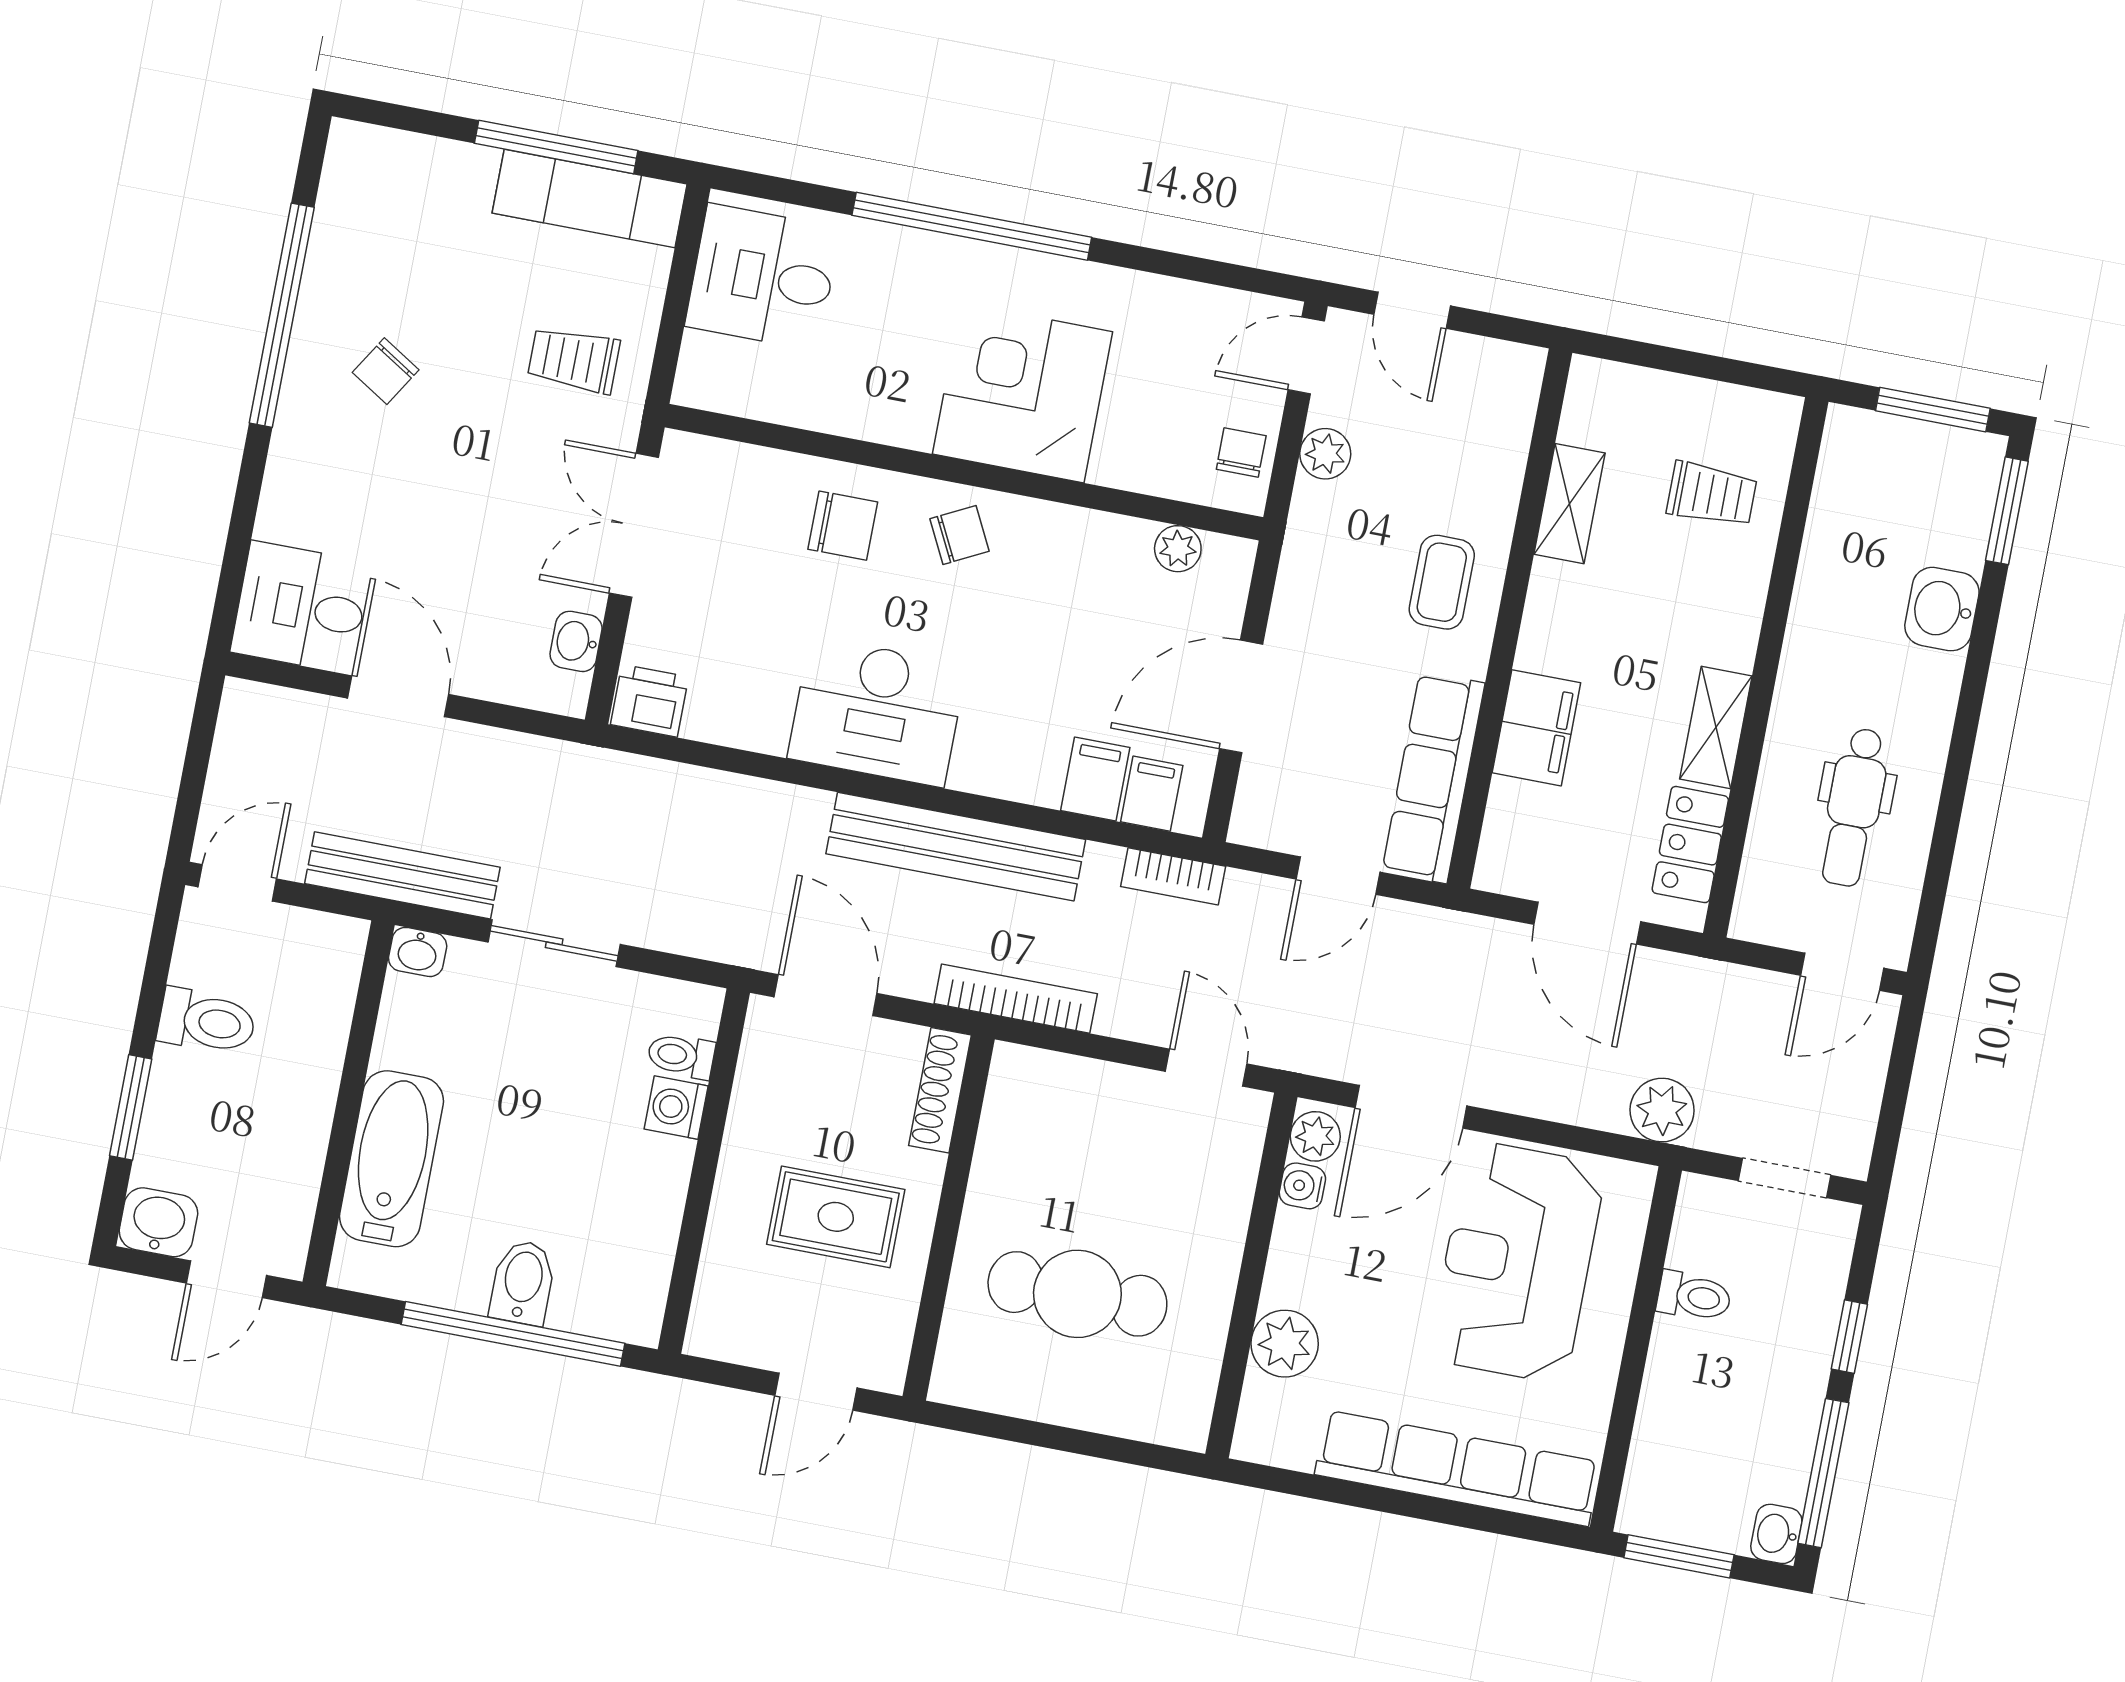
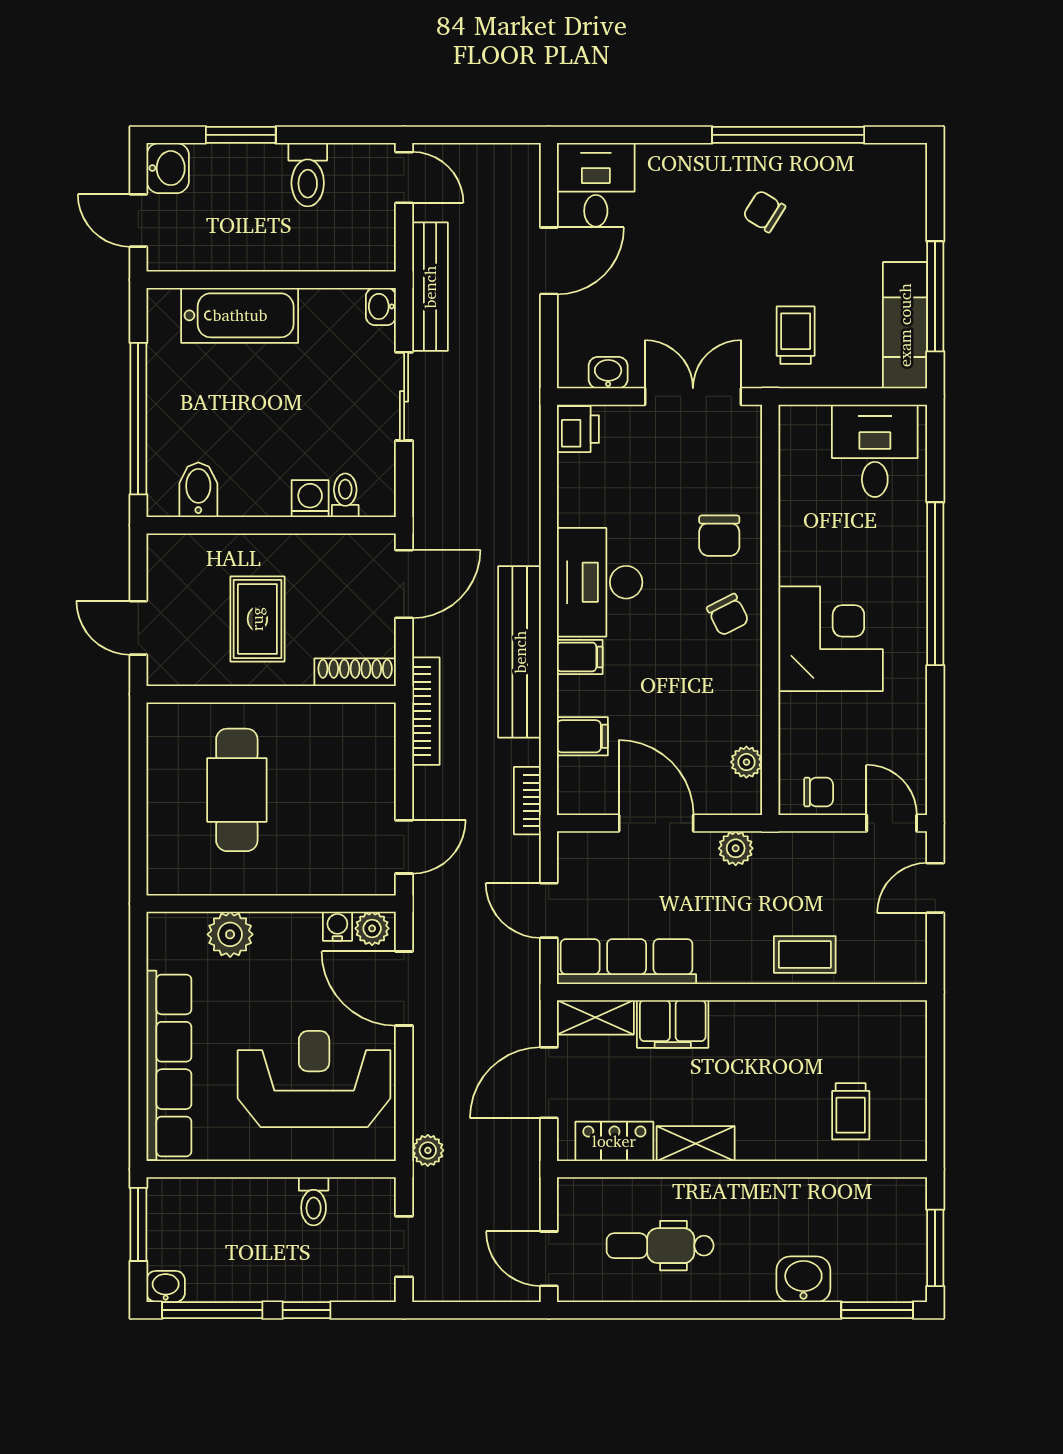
plant: (1325, 454) -> (736, 848), moved
shelving: (1569, 504) -> (595, 1017), moved
coffee table: (1442, 582) -> (805, 955), moved
filing cabinet: (1152, 794) -> (580, 657), moved
plant: (1662, 1110) -> (428, 1150), width x0.73, depth x0.73
bidet: (523, 1282) -> (198, 490), moved, turned -90

